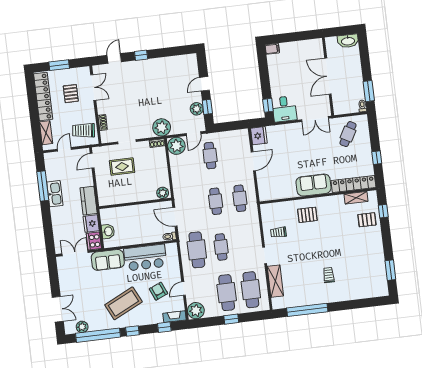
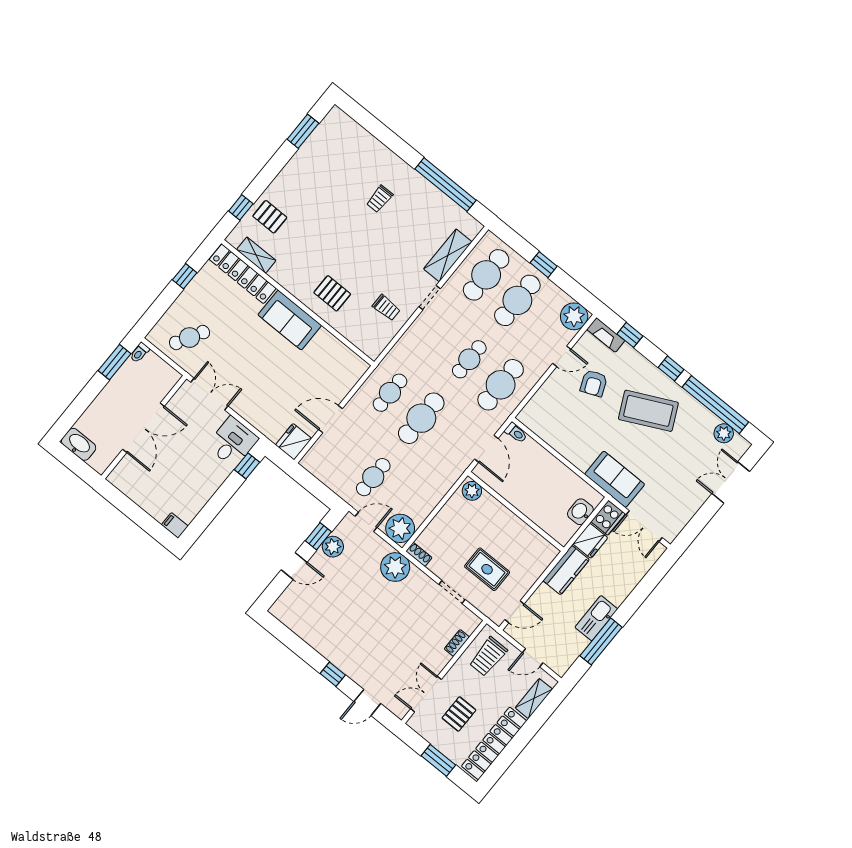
trolley: (84, 130) -> (488, 657), turned 84
cafe table: (216, 201) -> (421, 418), width x1.37, depth x1.35
bar counter: (145, 257) -> (569, 437), removed

